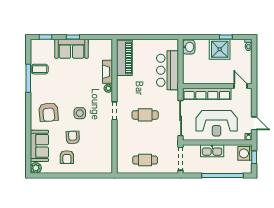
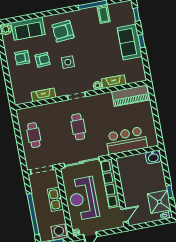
shower: (220, 49) -> (159, 202), moved
fireplace: (107, 143) -> (43, 95), added

